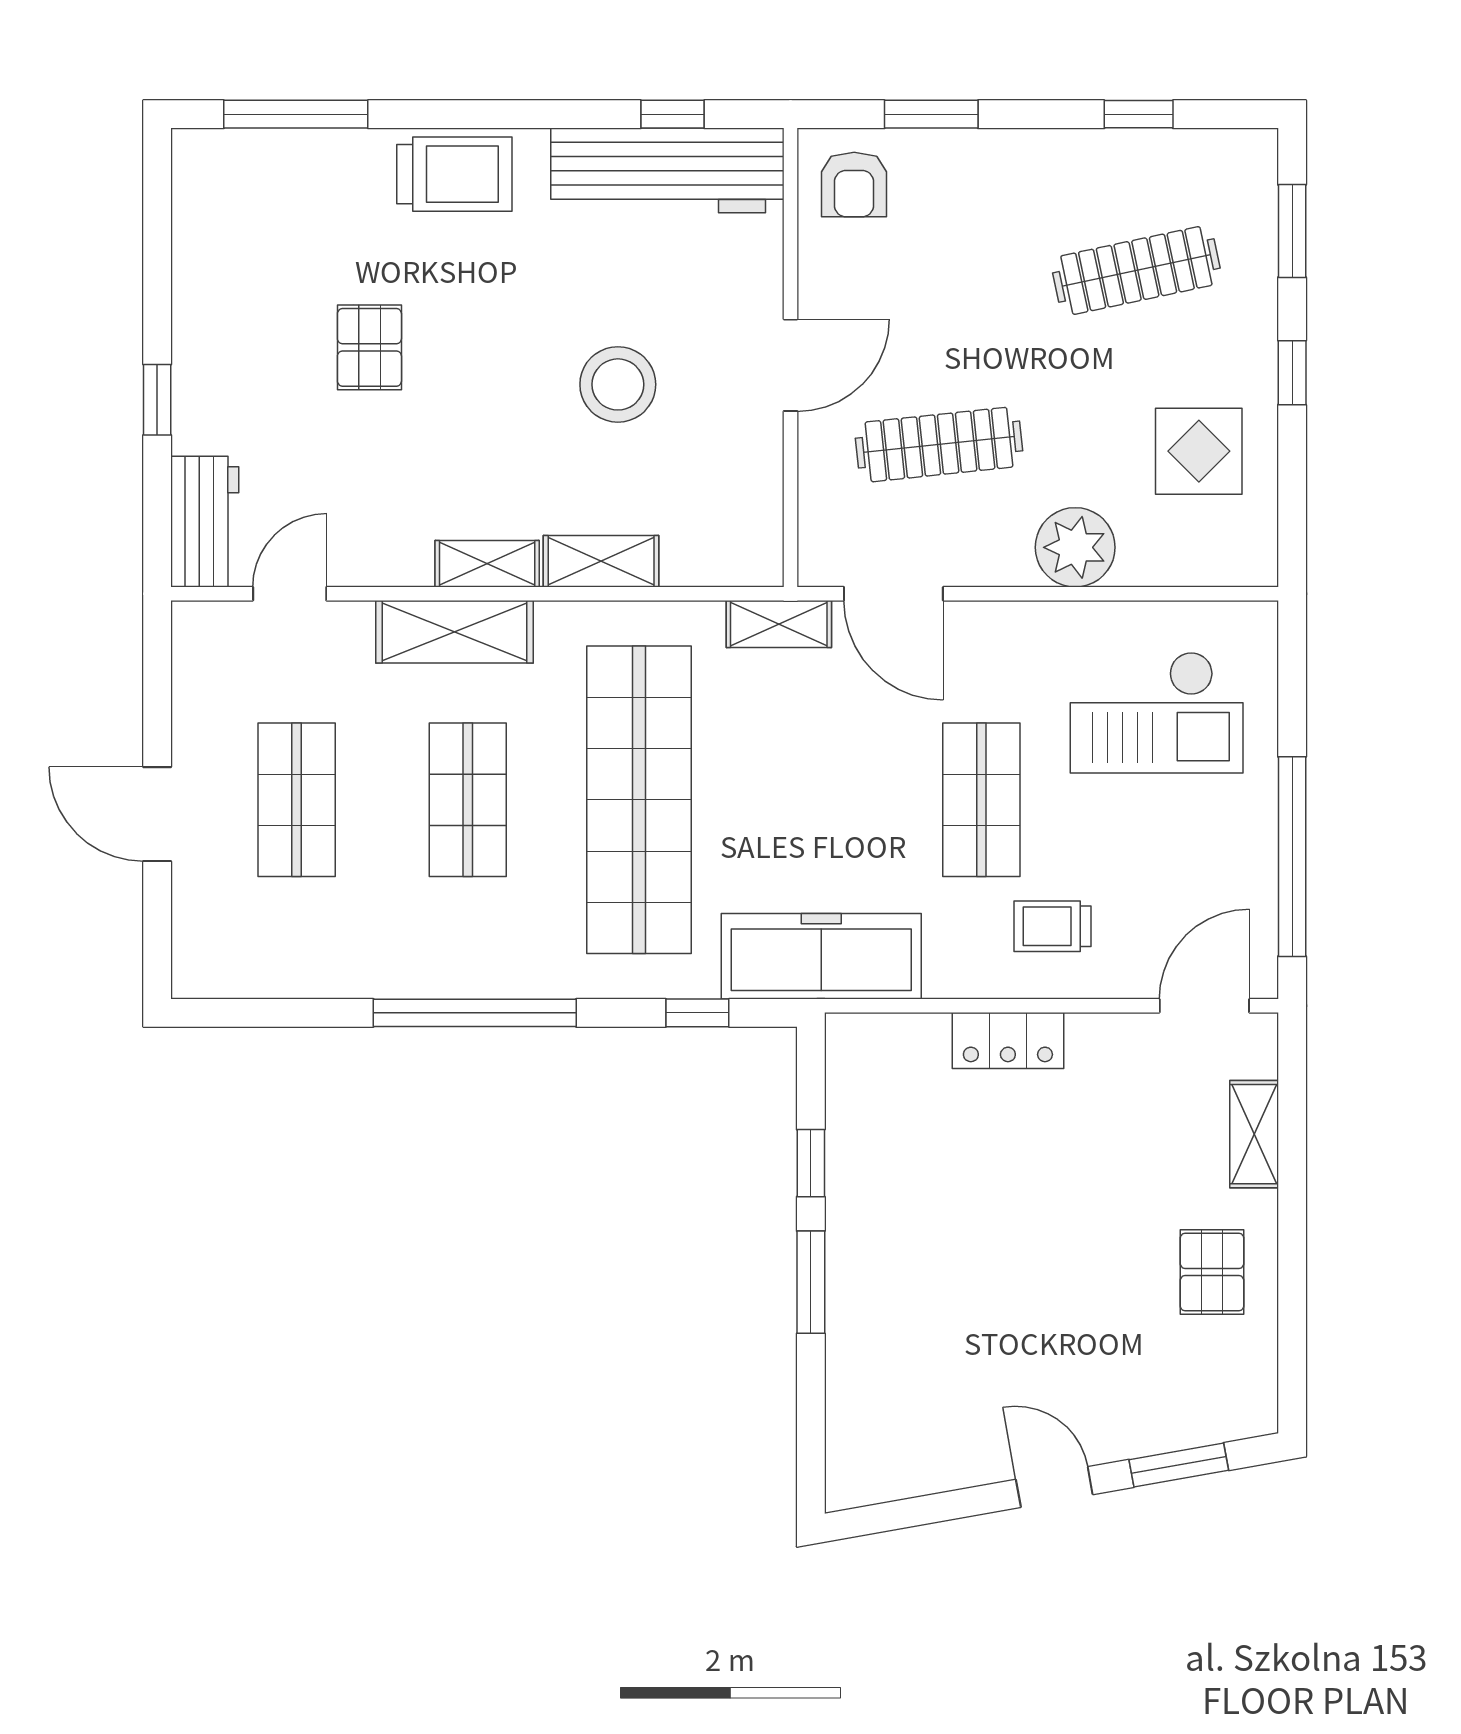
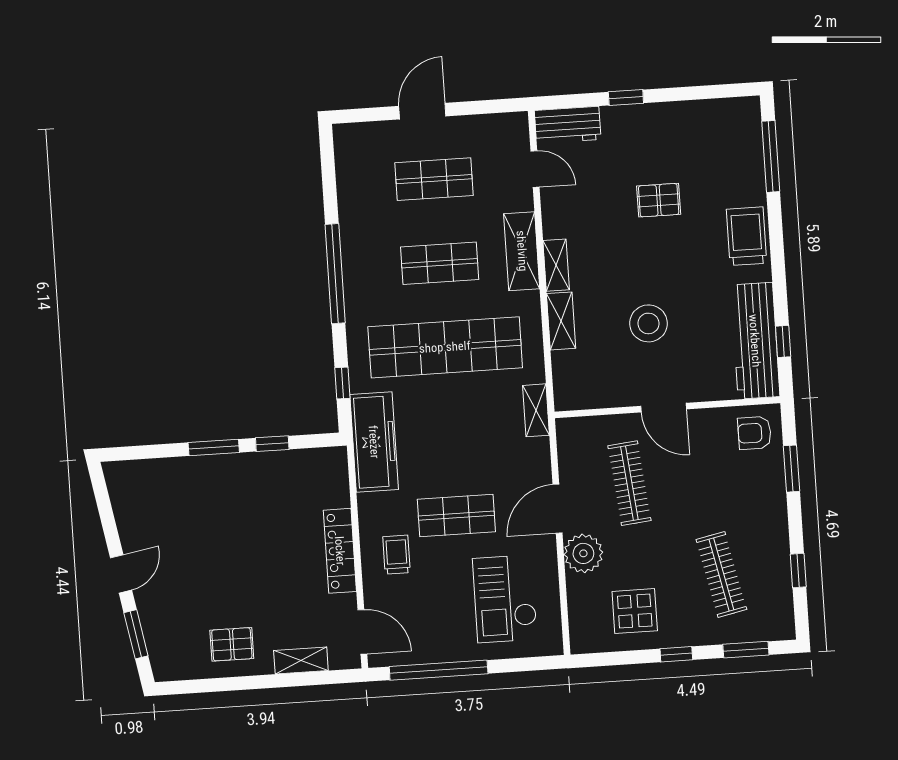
trolley: (454, 174) -> (747, 236), turned 180
door: (893, 594) -> (558, 509), moved
locker: (1008, 1040) -> (340, 551), width x1.53

